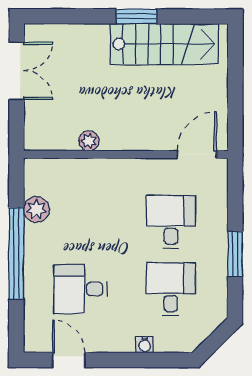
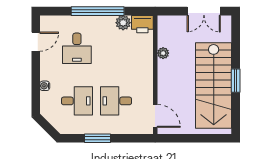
stairs: (164, 44) -> (214, 85), width x1.36, depth x1.51
printer: (39, 176) -> (142, 24), added
desk: (171, 222) -> (116, 101), turned 180
desk: (80, 289) -> (77, 48), turned 180

